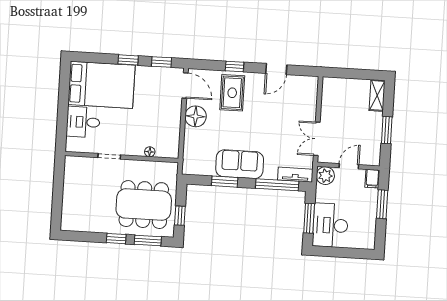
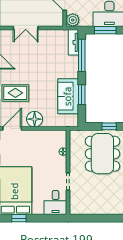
window: (64, 87) -> (19, 218), added
desk: (83, 122) -> (55, 203), moved
double door: (317, 139) -> (26, 28), moved
sofa: (240, 164) -> (68, 96), moved

